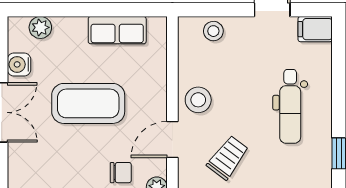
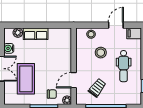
row of seats: (117, 30) -> (36, 34), moved
stool: (198, 100) -> (101, 53), moved
coffee table: (88, 103) -> (26, 79), moved, turned 90

